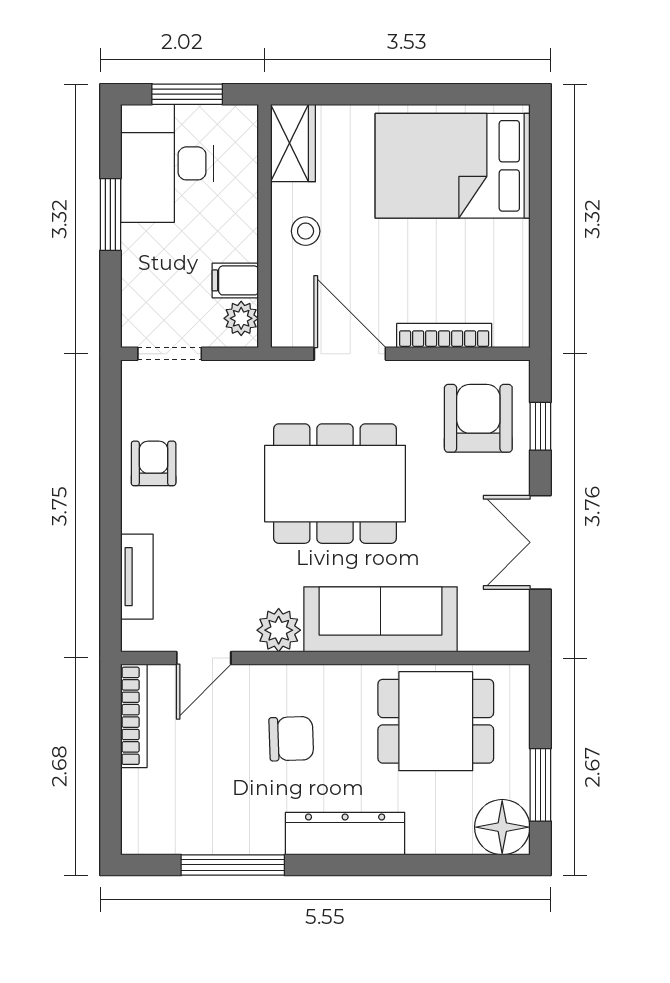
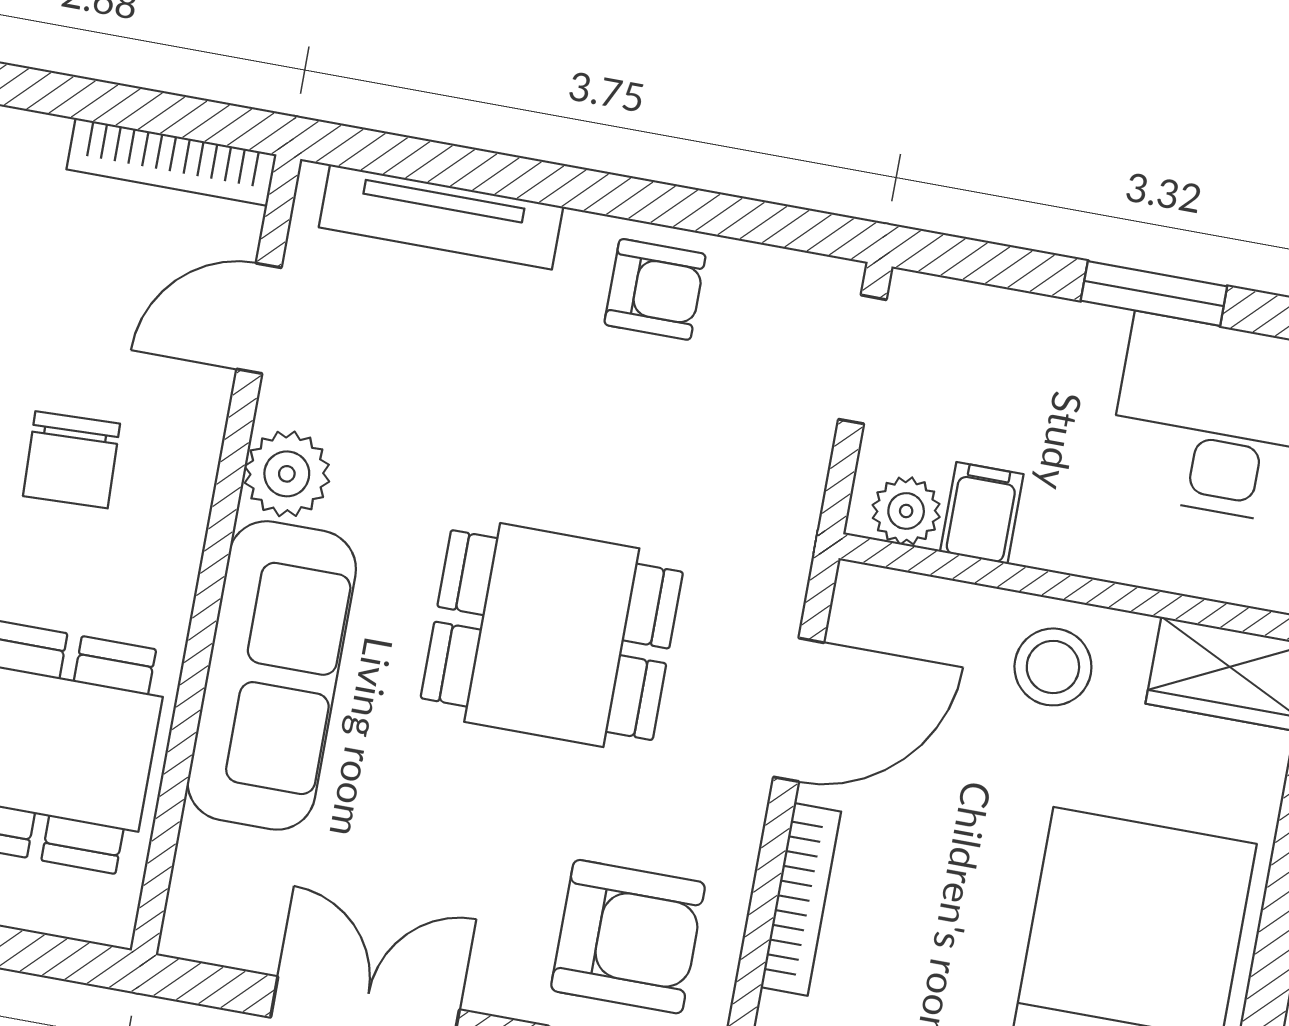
stool: (306, 231) -> (1053, 667), width x1.37, depth x1.37
dining table: (335, 484) -> (552, 635), width x0.73
tv unit: (137, 577) -> (441, 217), width x1.41
door: (204, 658) -> (259, 318), hinge flipped

